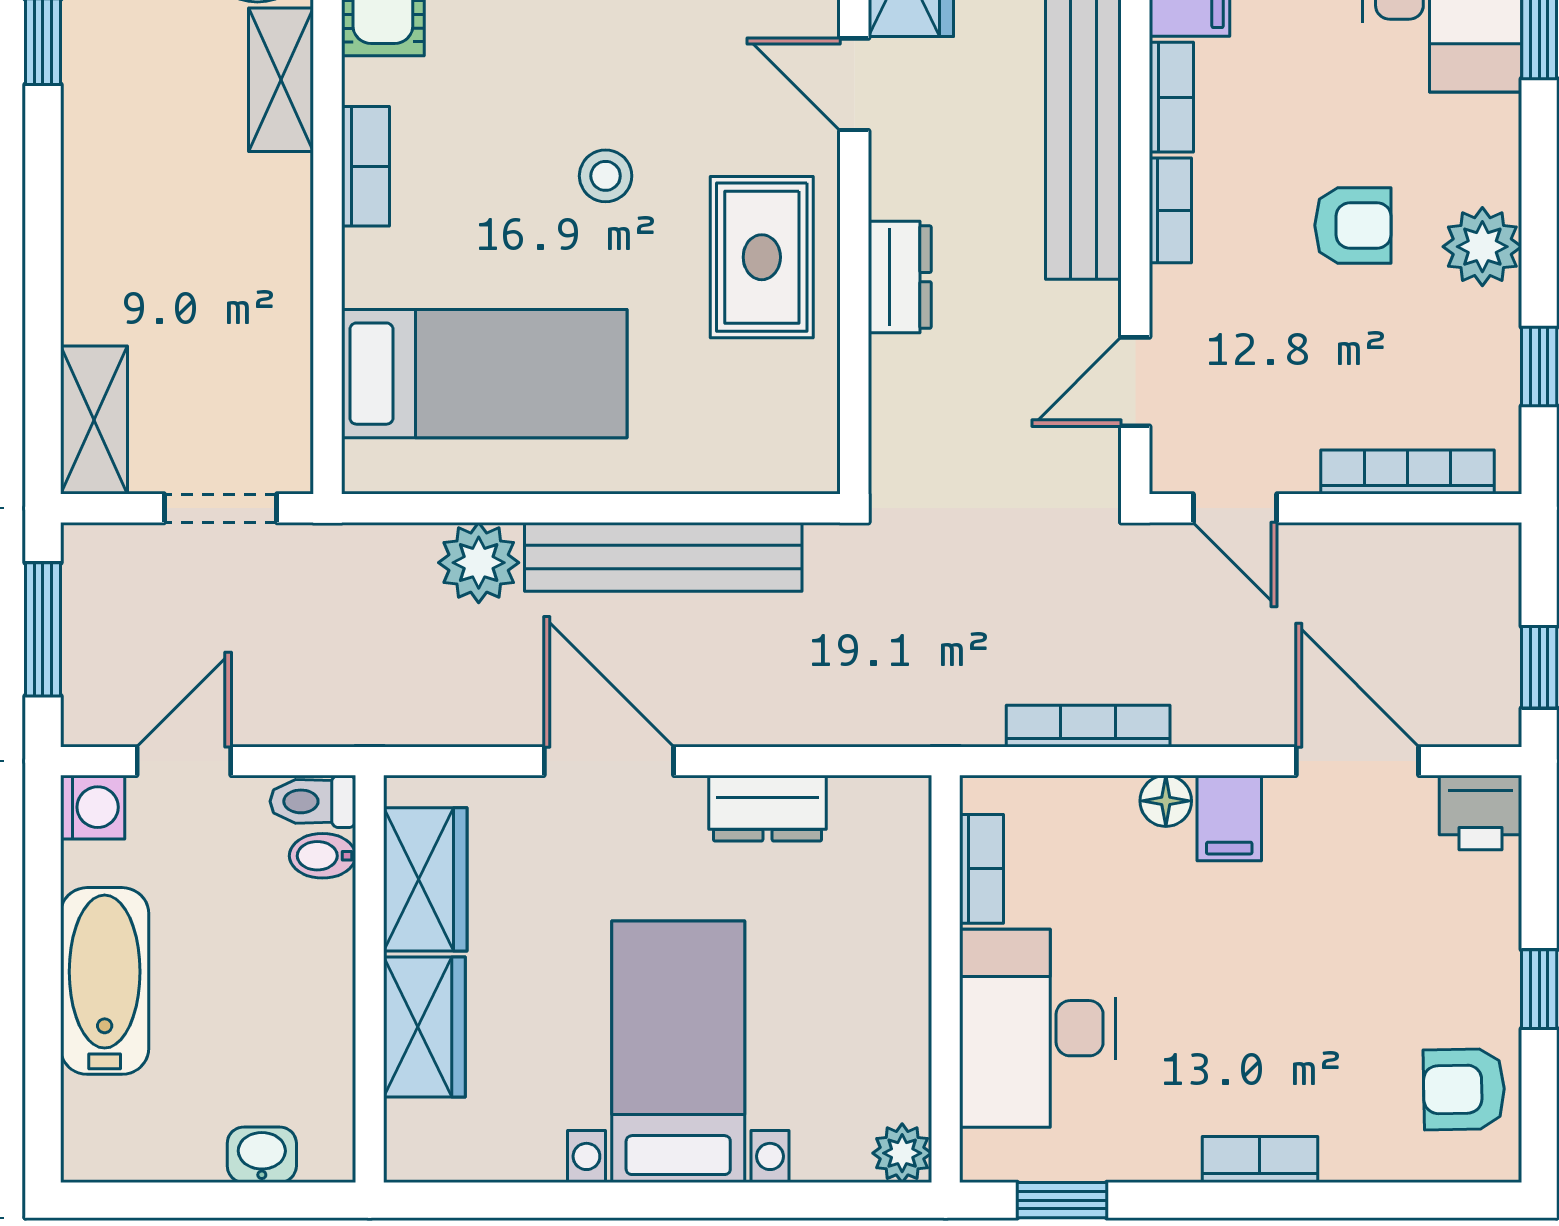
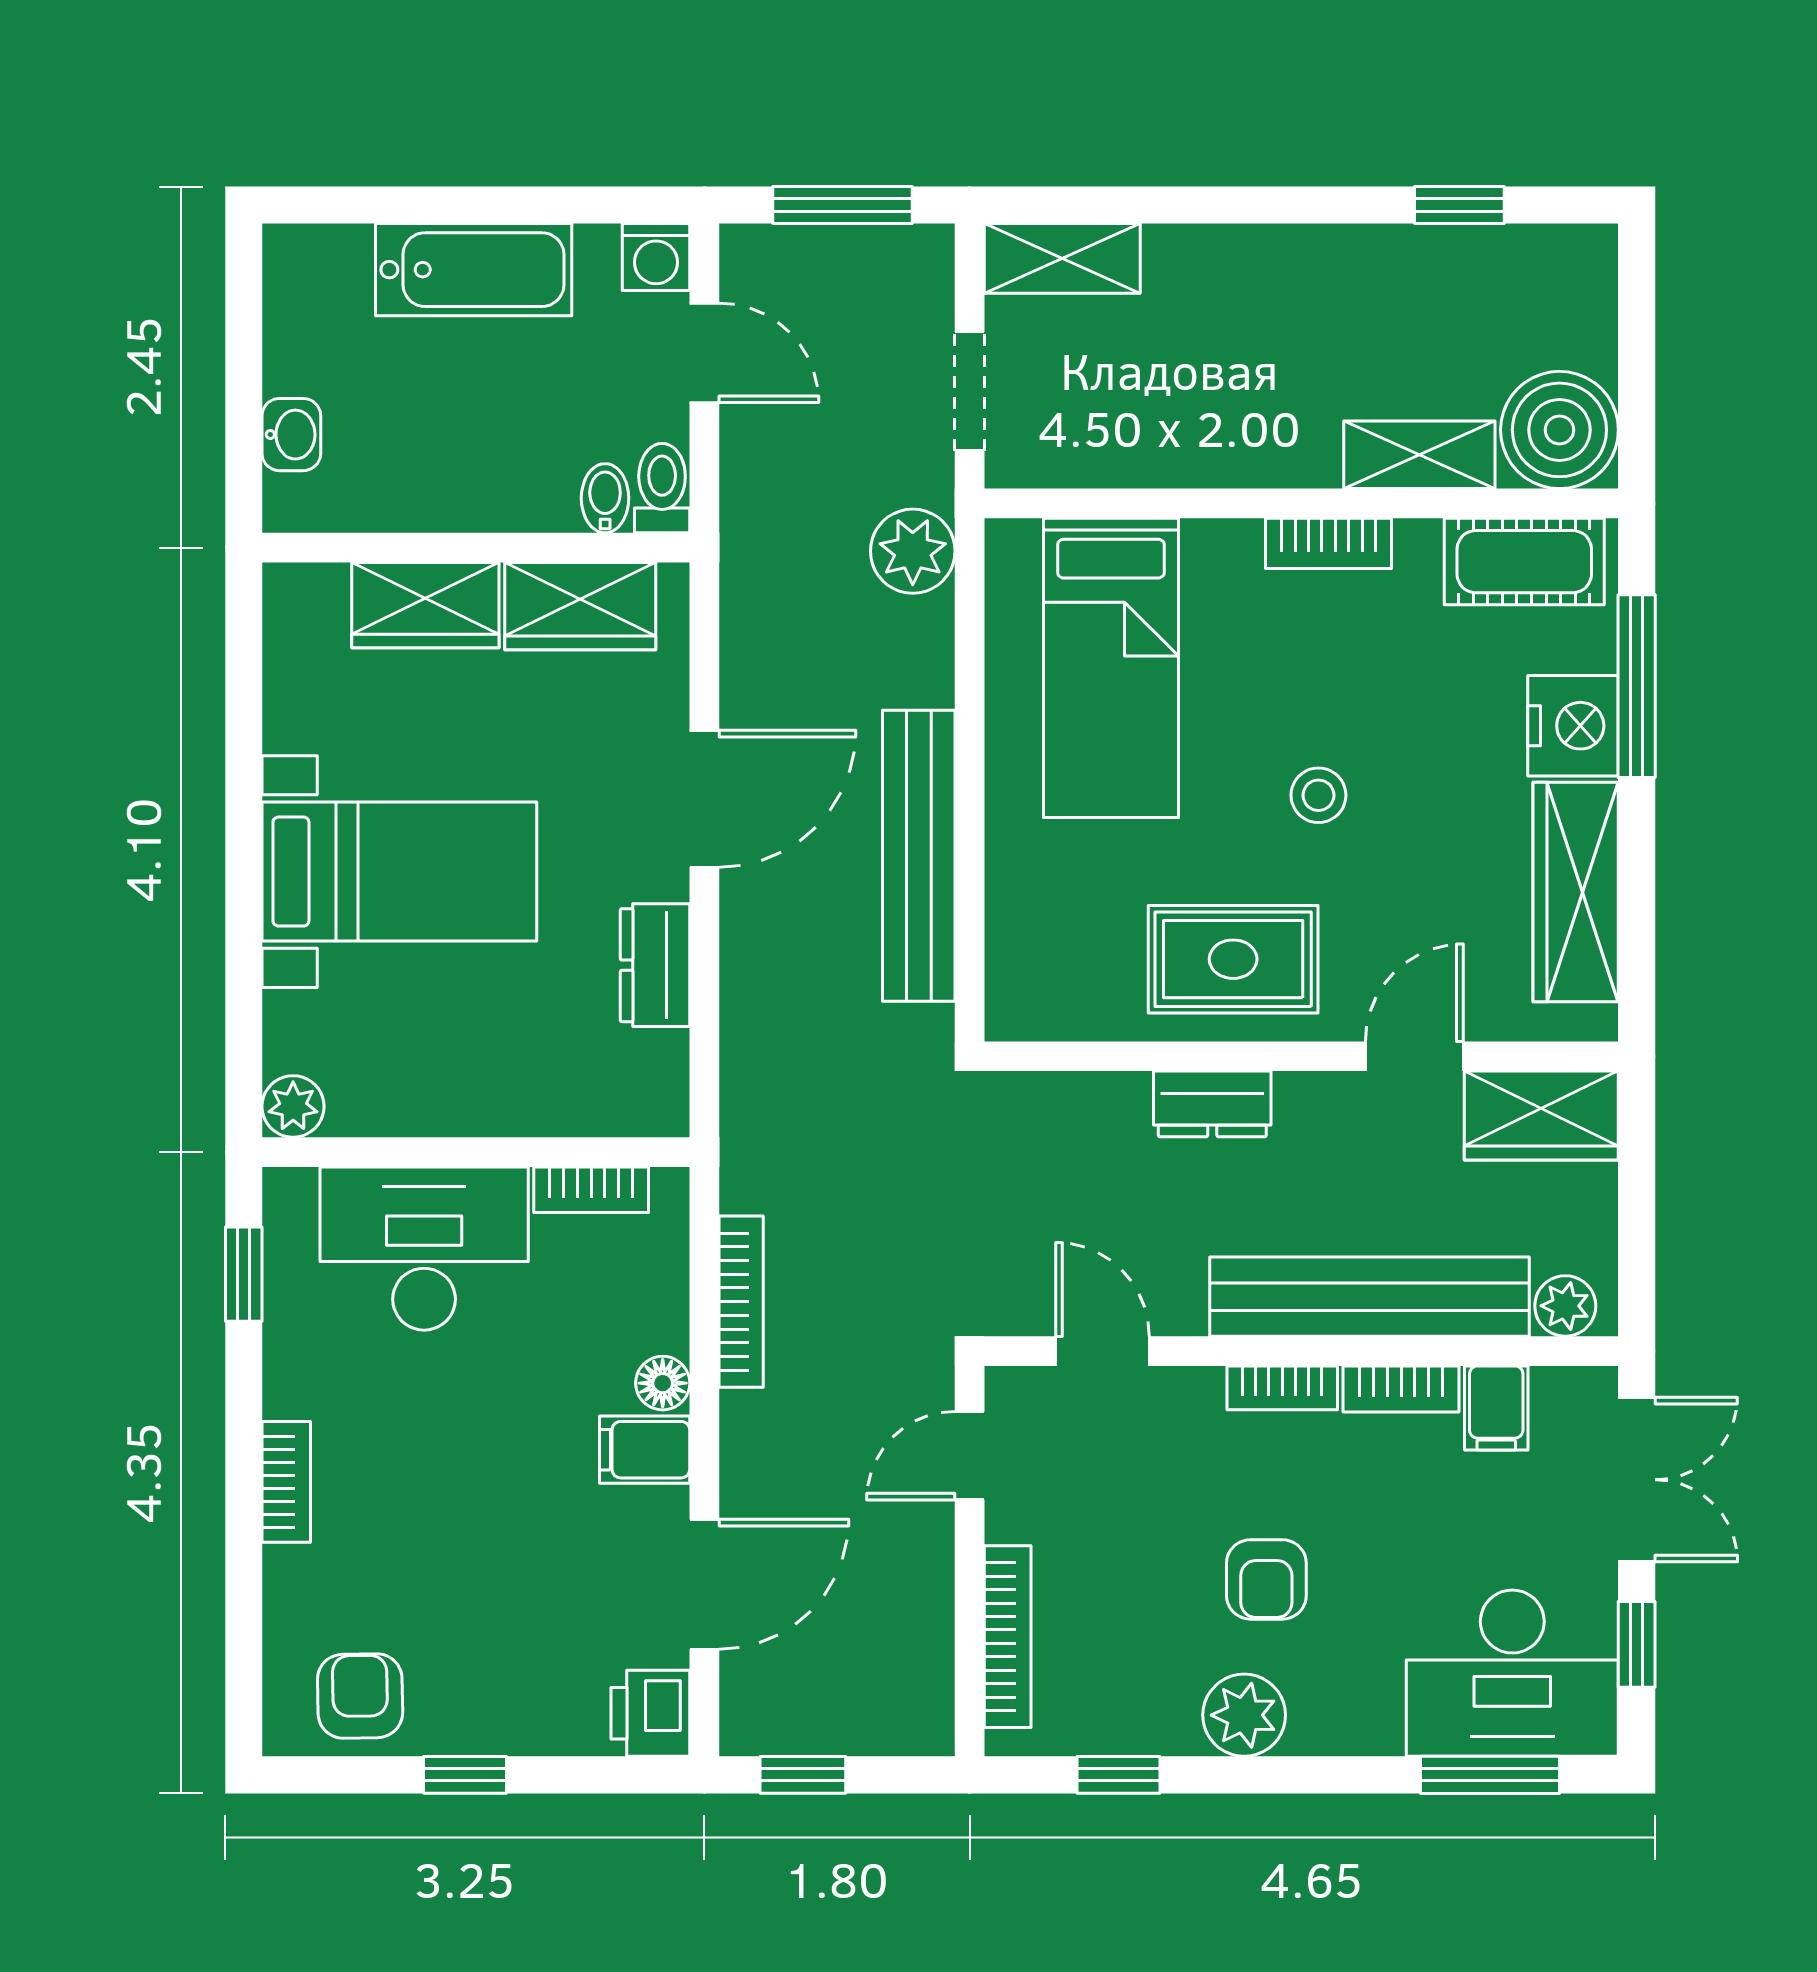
plant: (479, 563) -> (913, 551), moved

